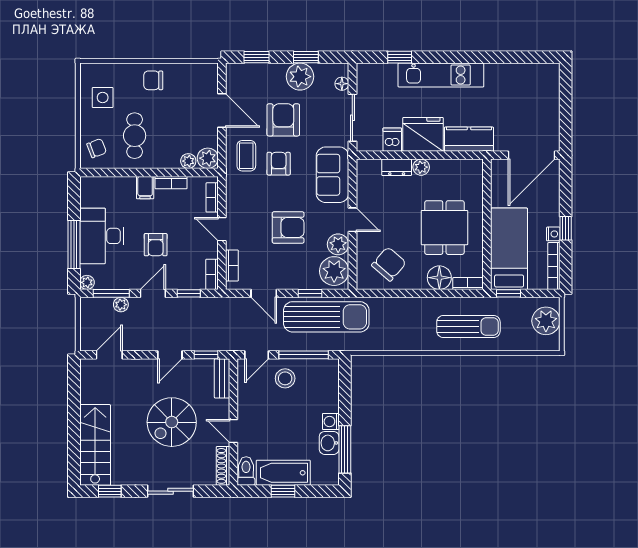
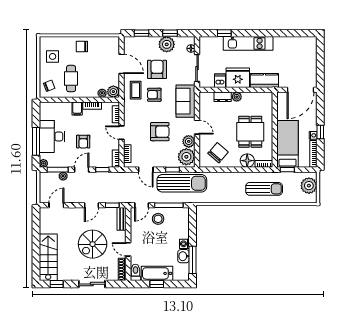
armchair: (279, 164) -> (154, 95), turned -90

